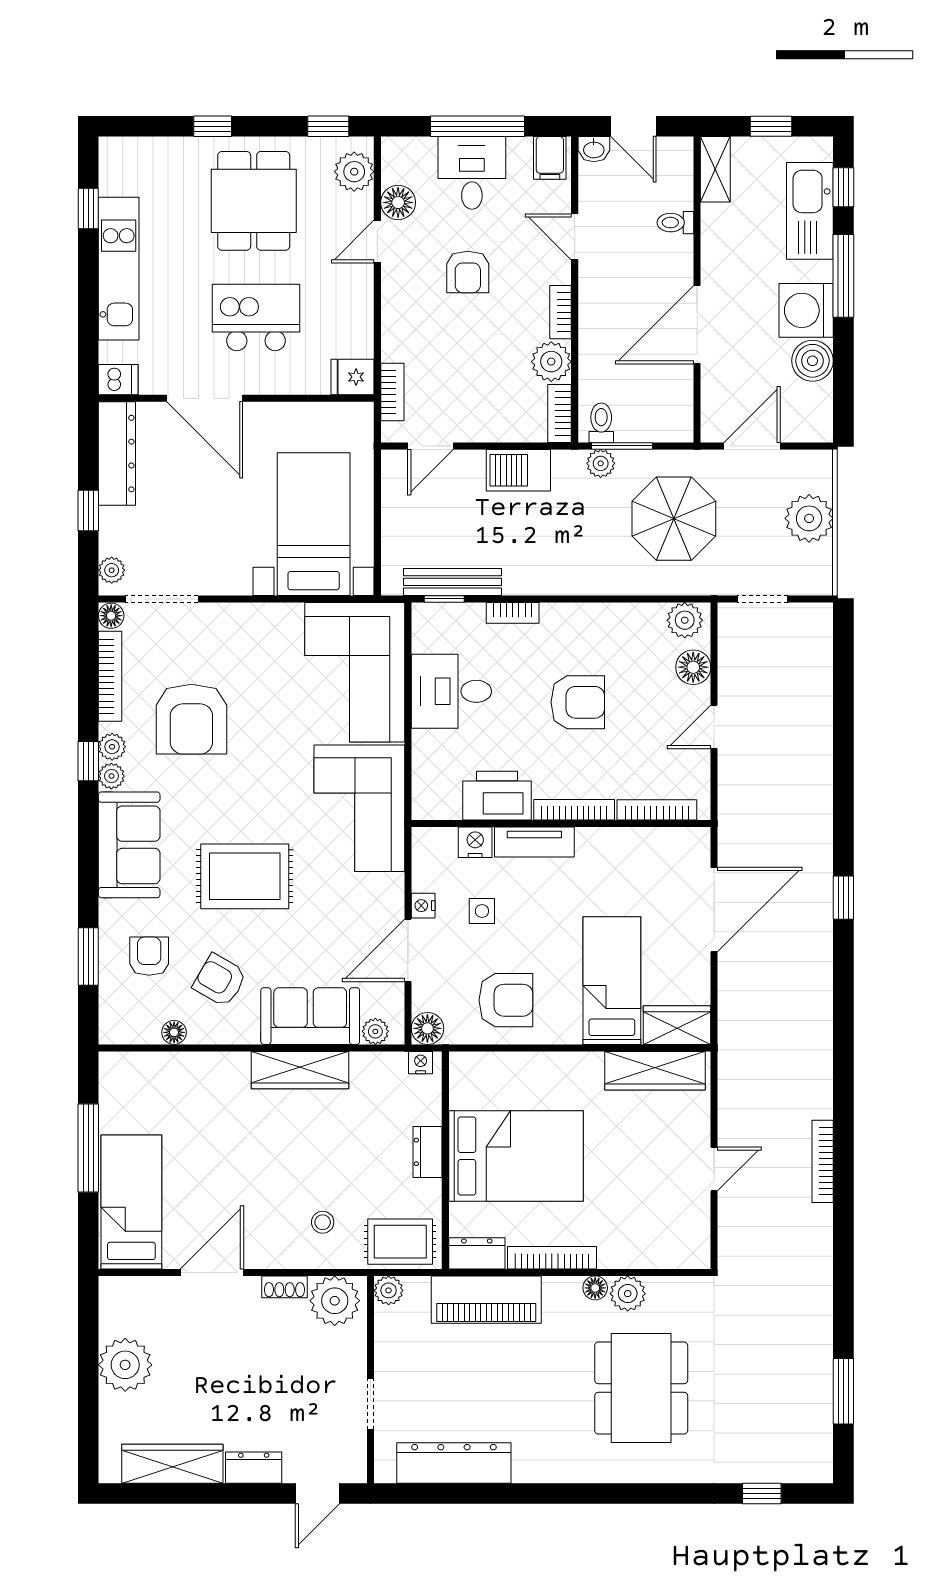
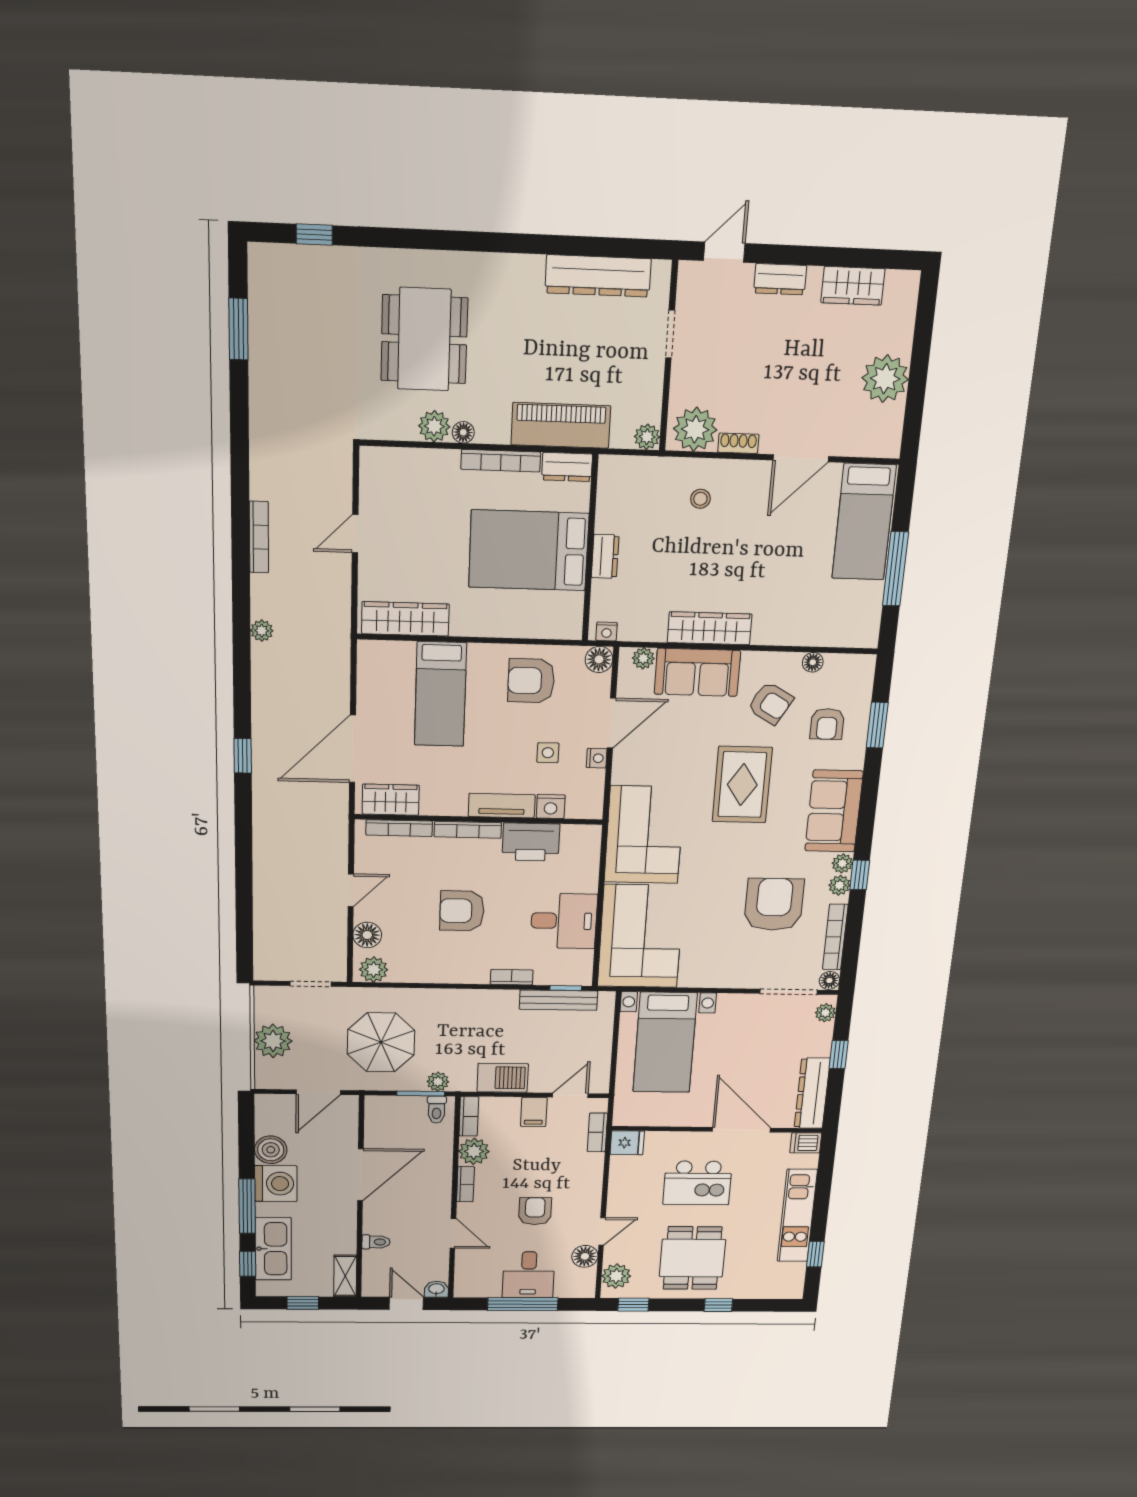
filing cabinet: (550, 158) -> (534, 1112), moved, turned 180
rug: (245, 876) -> (742, 785), turned 90
wardrobe: (677, 1025) -> (391, 800), moved, turned 180
plant: (820, 1052) -> (262, 631), added
rug: (400, 1242) -> (634, 480), removed
wardrobe: (172, 1464) -> (853, 286), width x0.67

